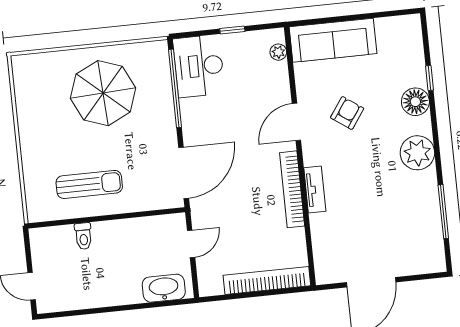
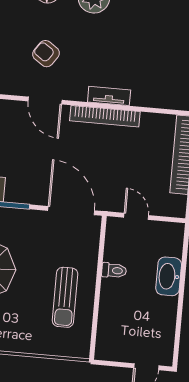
sun lounger: (89, 184) -> (65, 297), turned 180
toilet: (83, 236) -> (114, 270), moved
washbasin: (164, 288) -> (169, 276), moved

